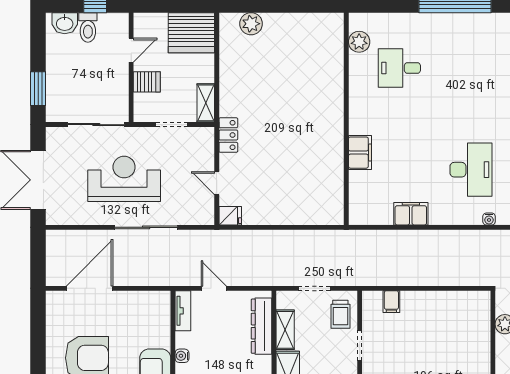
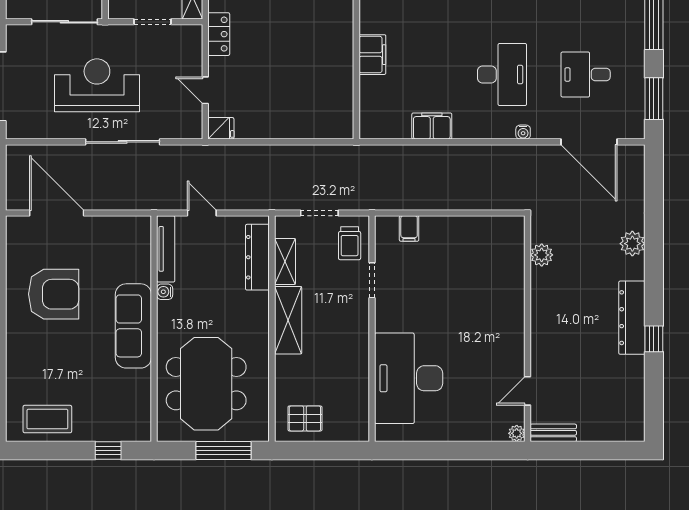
door: (90, 288) -> (57, 213), hinge flipped
tv unit: (183, 311) -> (166, 249), width x1.41

